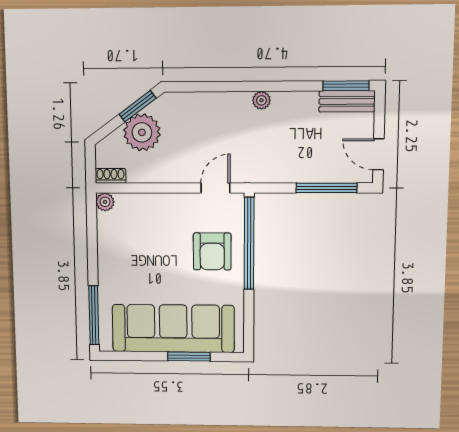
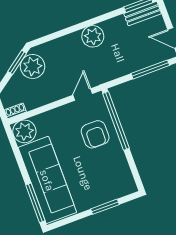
plant: (261, 100) -> (93, 36), width x1.88, depth x1.88
plant: (142, 132) -> (33, 66), moved
plant: (105, 202) -> (24, 131), width x1.88, depth x1.88
sofa: (173, 328) -> (47, 180), moved, turned 90

